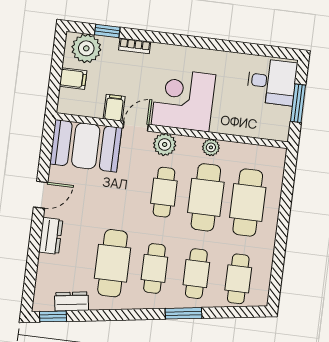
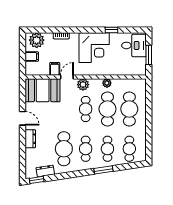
window: (107, 31) -> (111, 30), moved
corner desk: (183, 100) -> (94, 48), moved, turned 180
door: (41, 195) -> (23, 118), hinge flipped

